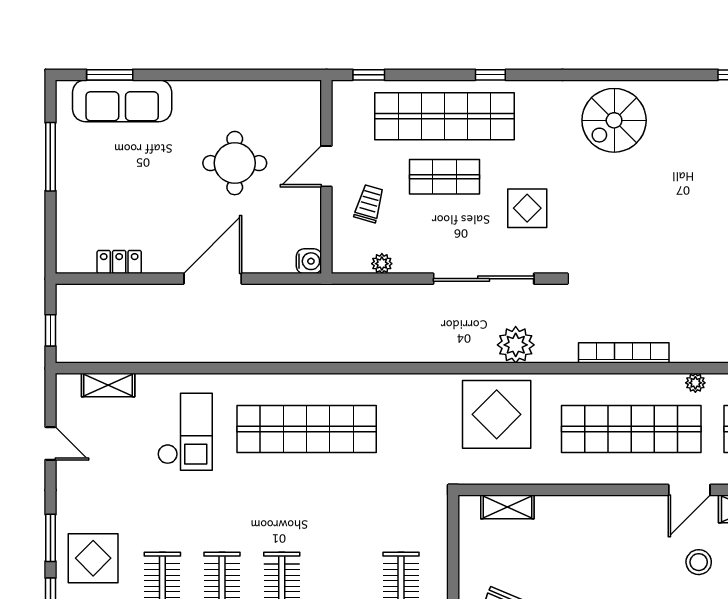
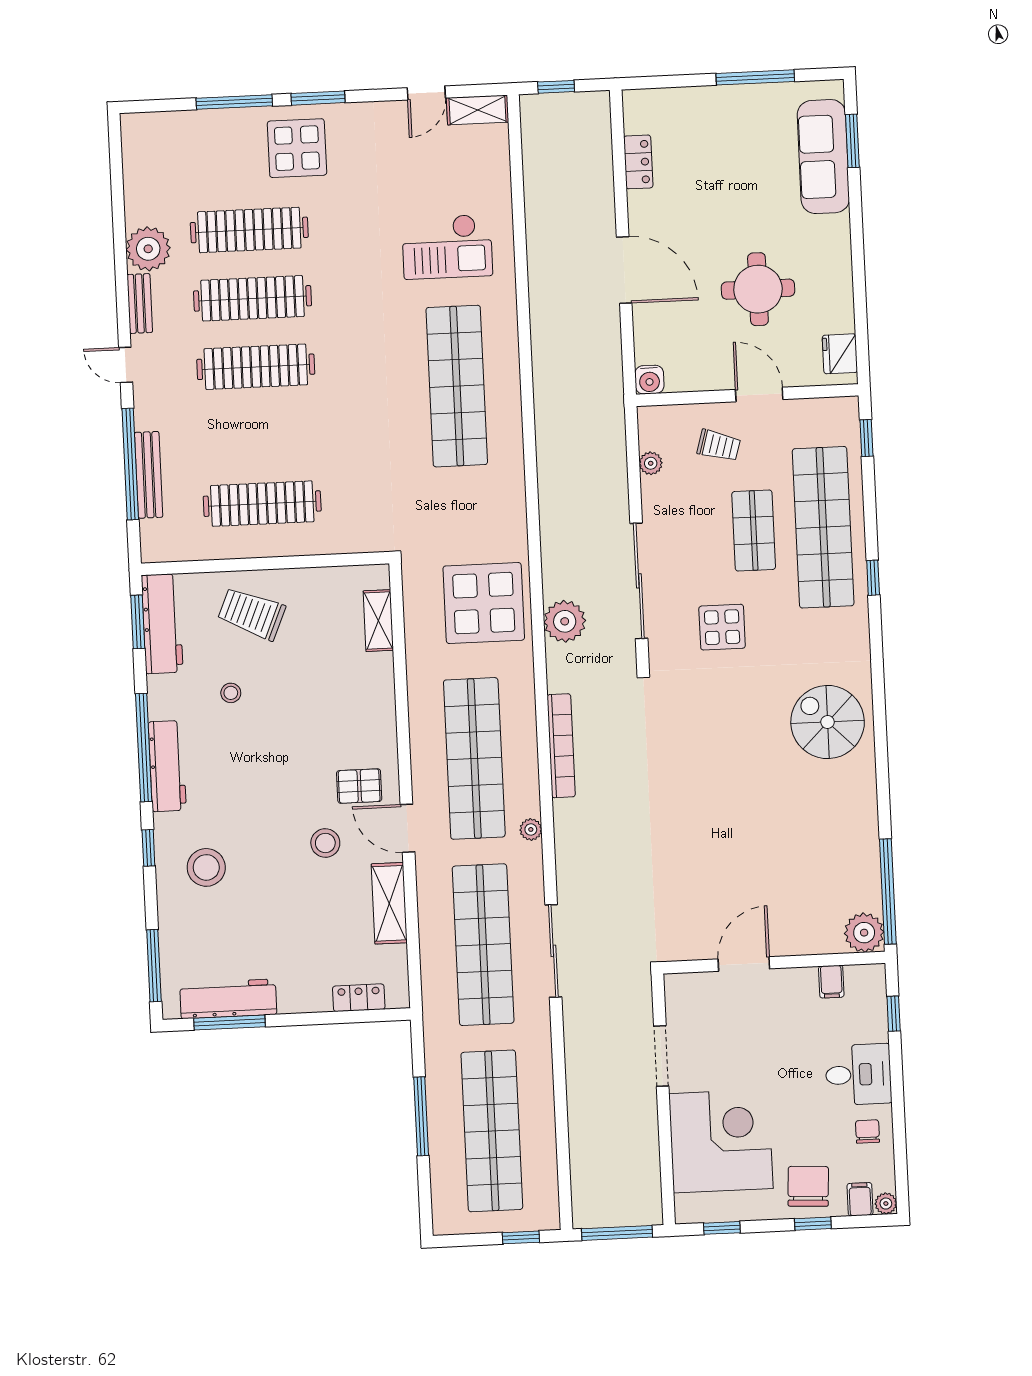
fridge: (294, 94) -> (840, 354), added
shelving: (108, 385) -> (478, 110), moved, turned 90
pallet: (651, 530) -> (359, 786), added

